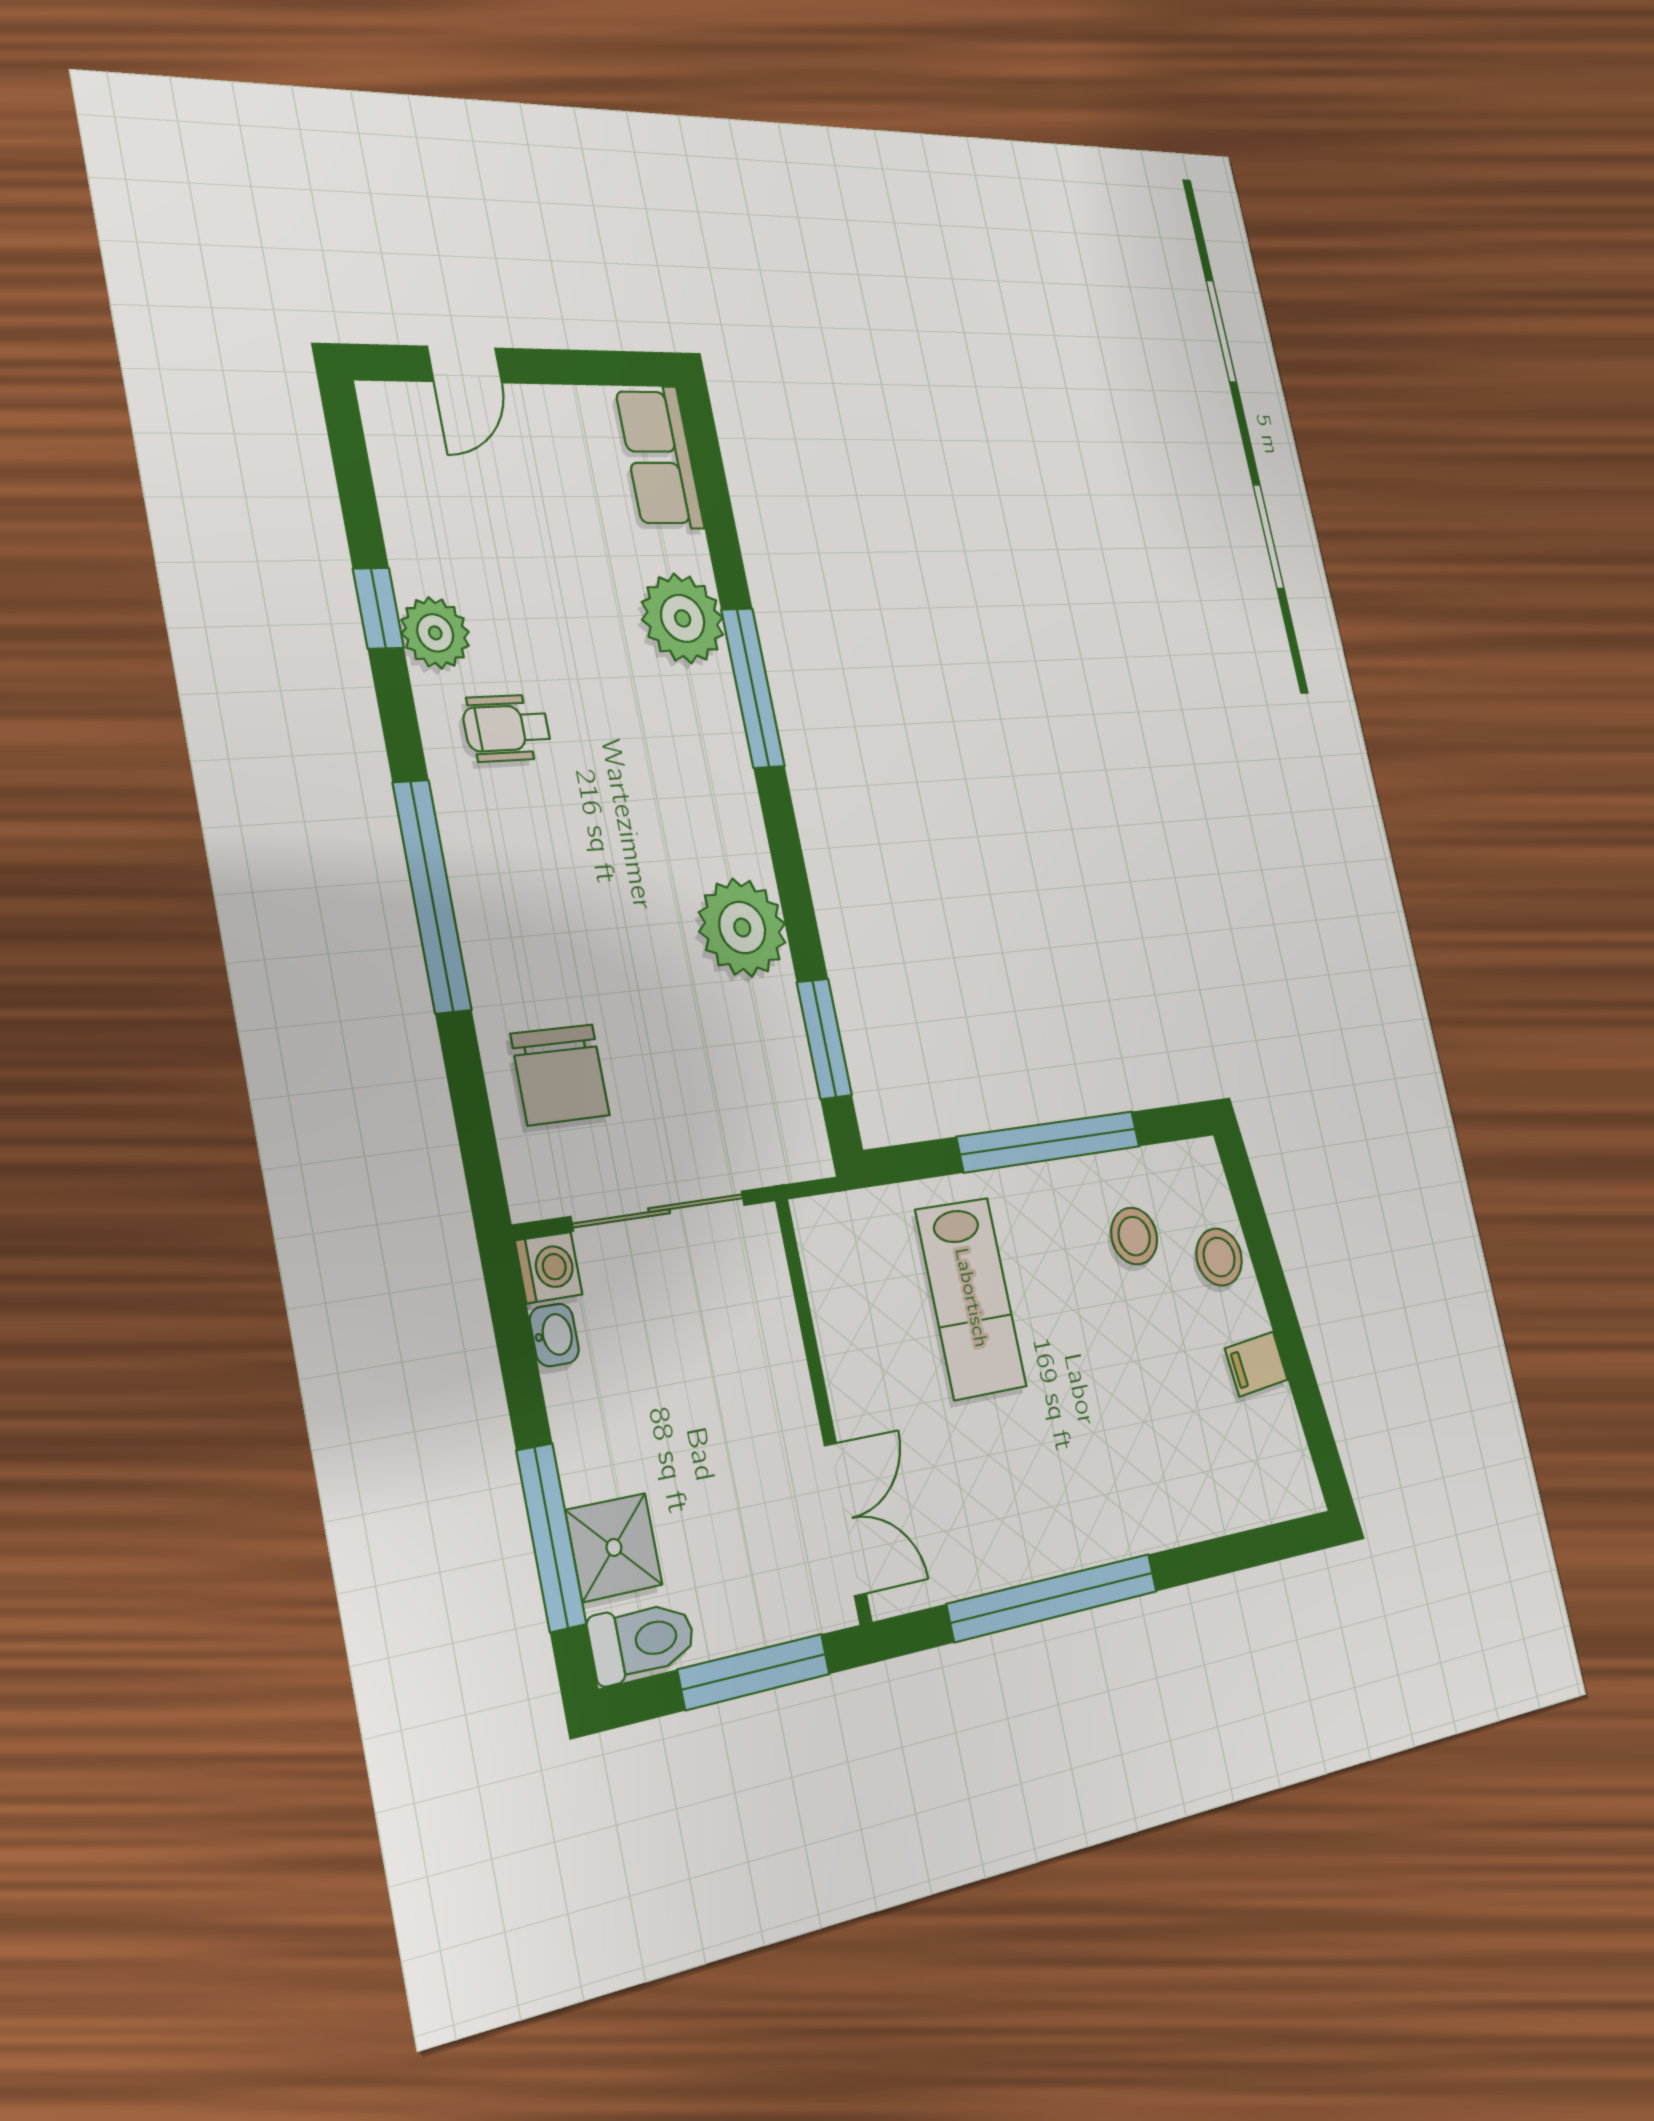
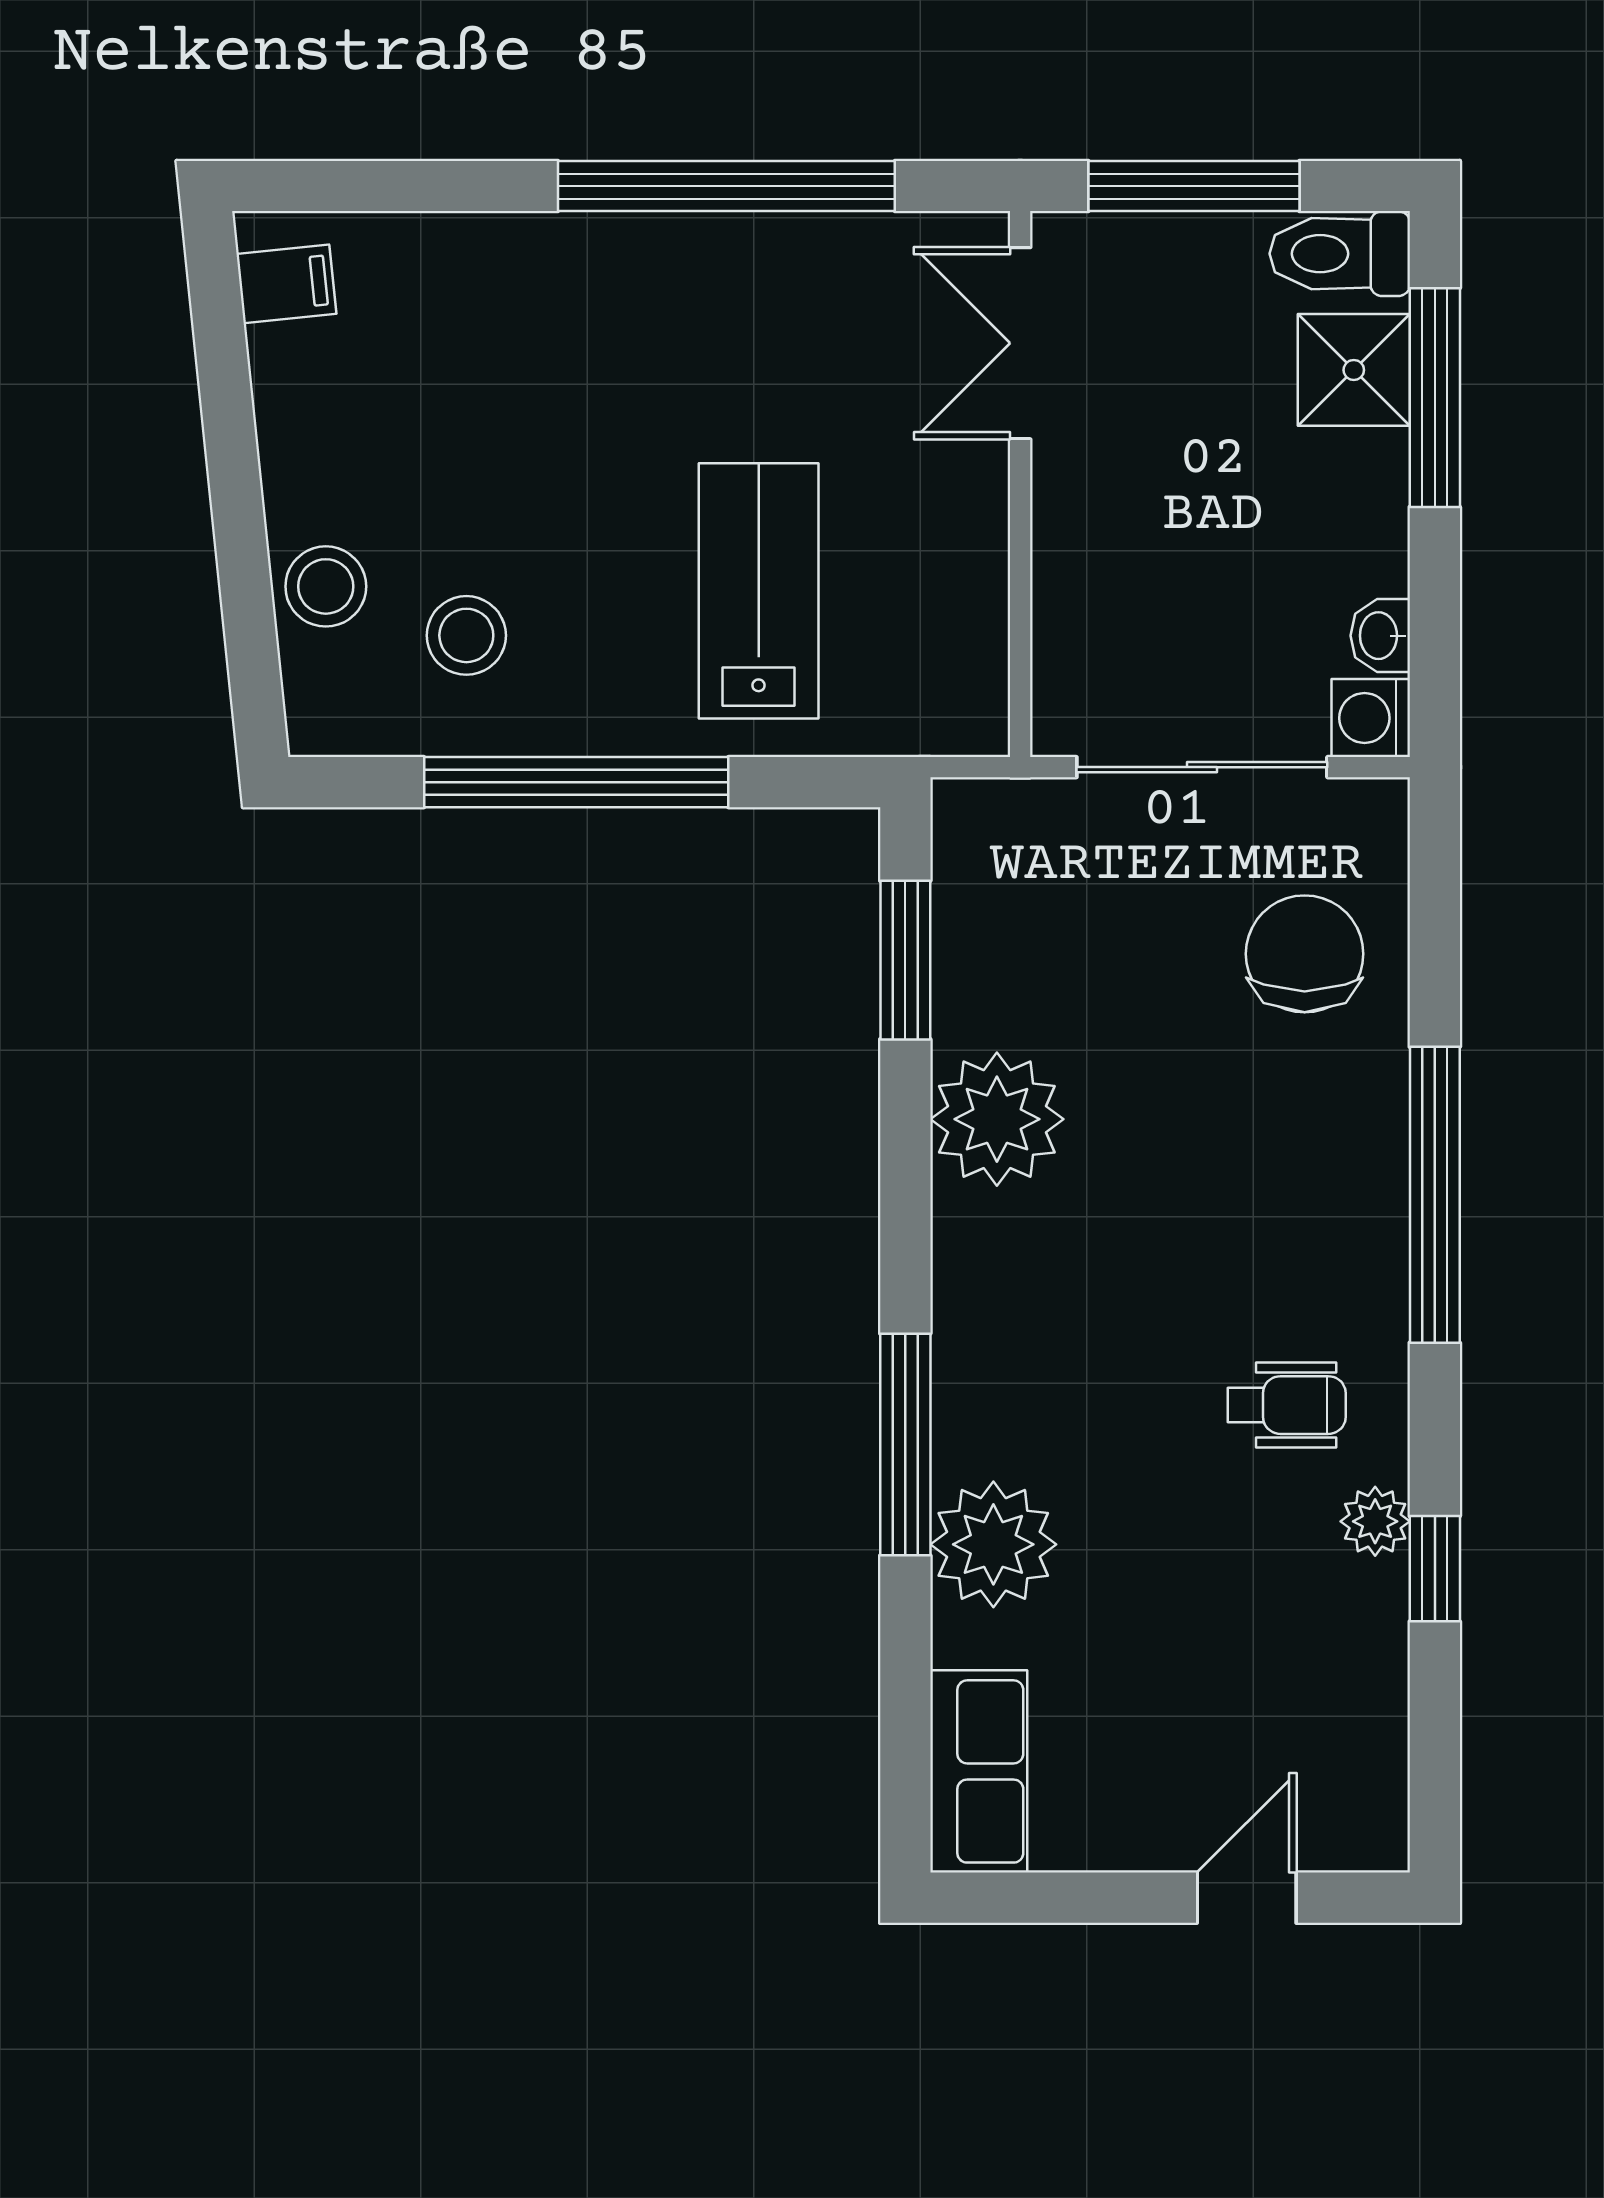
plant: (435, 633) -> (1375, 1521), width x0.73, depth x0.73
filing cabinet: (1256, 1364) -> (286, 284), moved

